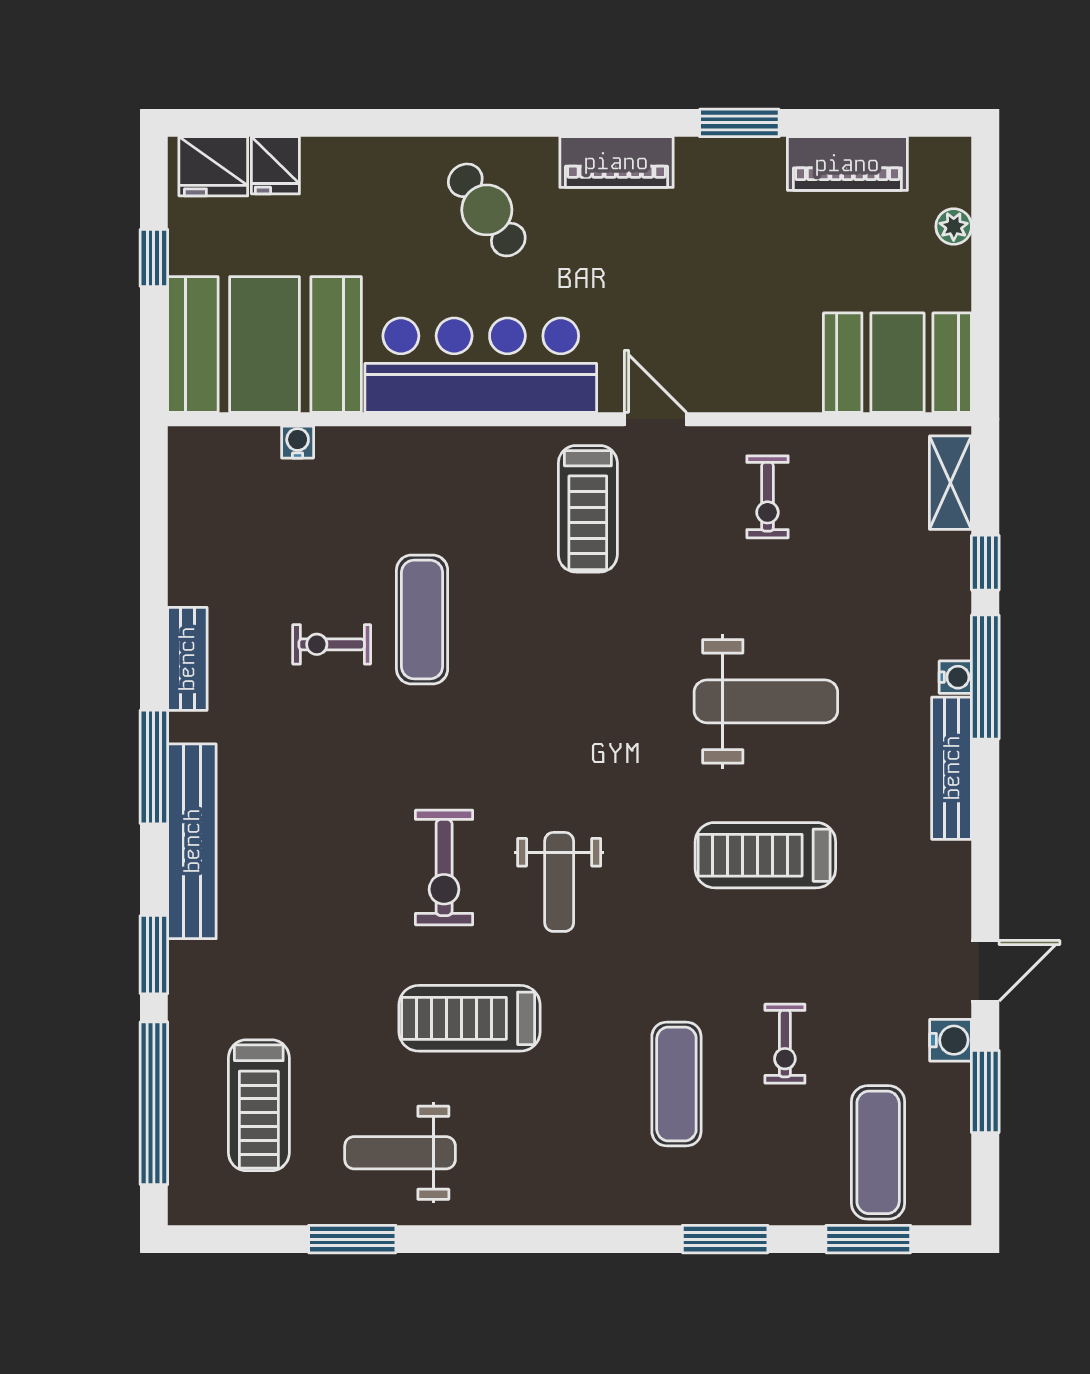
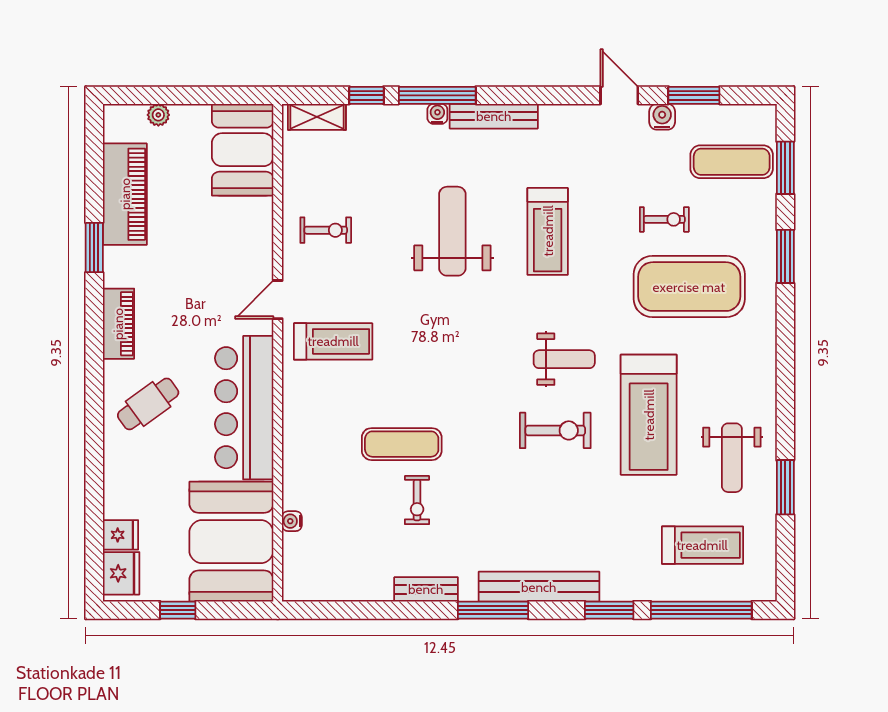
piano: (847, 164) -> (125, 194), width x1.37, depth x1.33
treadmill: (470, 1018) -> (649, 415), width x1.37, depth x1.38
exercise mat: (676, 1084) -> (689, 287), width x2.00, depth x1.45

